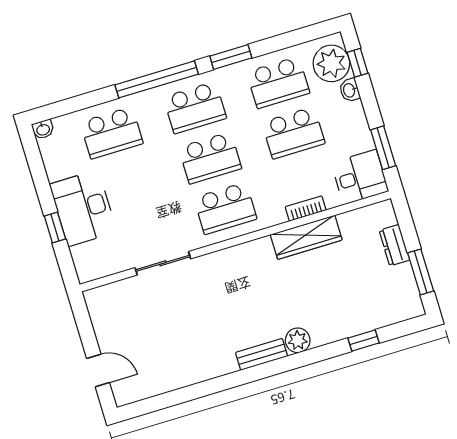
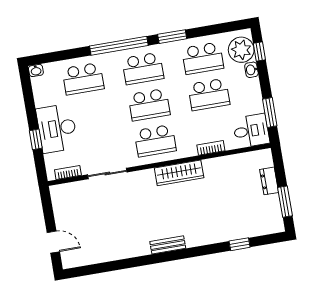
wardrobe: (306, 237) -> (179, 173), moved
bookcase: (107, 269) -> (68, 173), added
plant: (298, 340) -> (194, 238), removed

